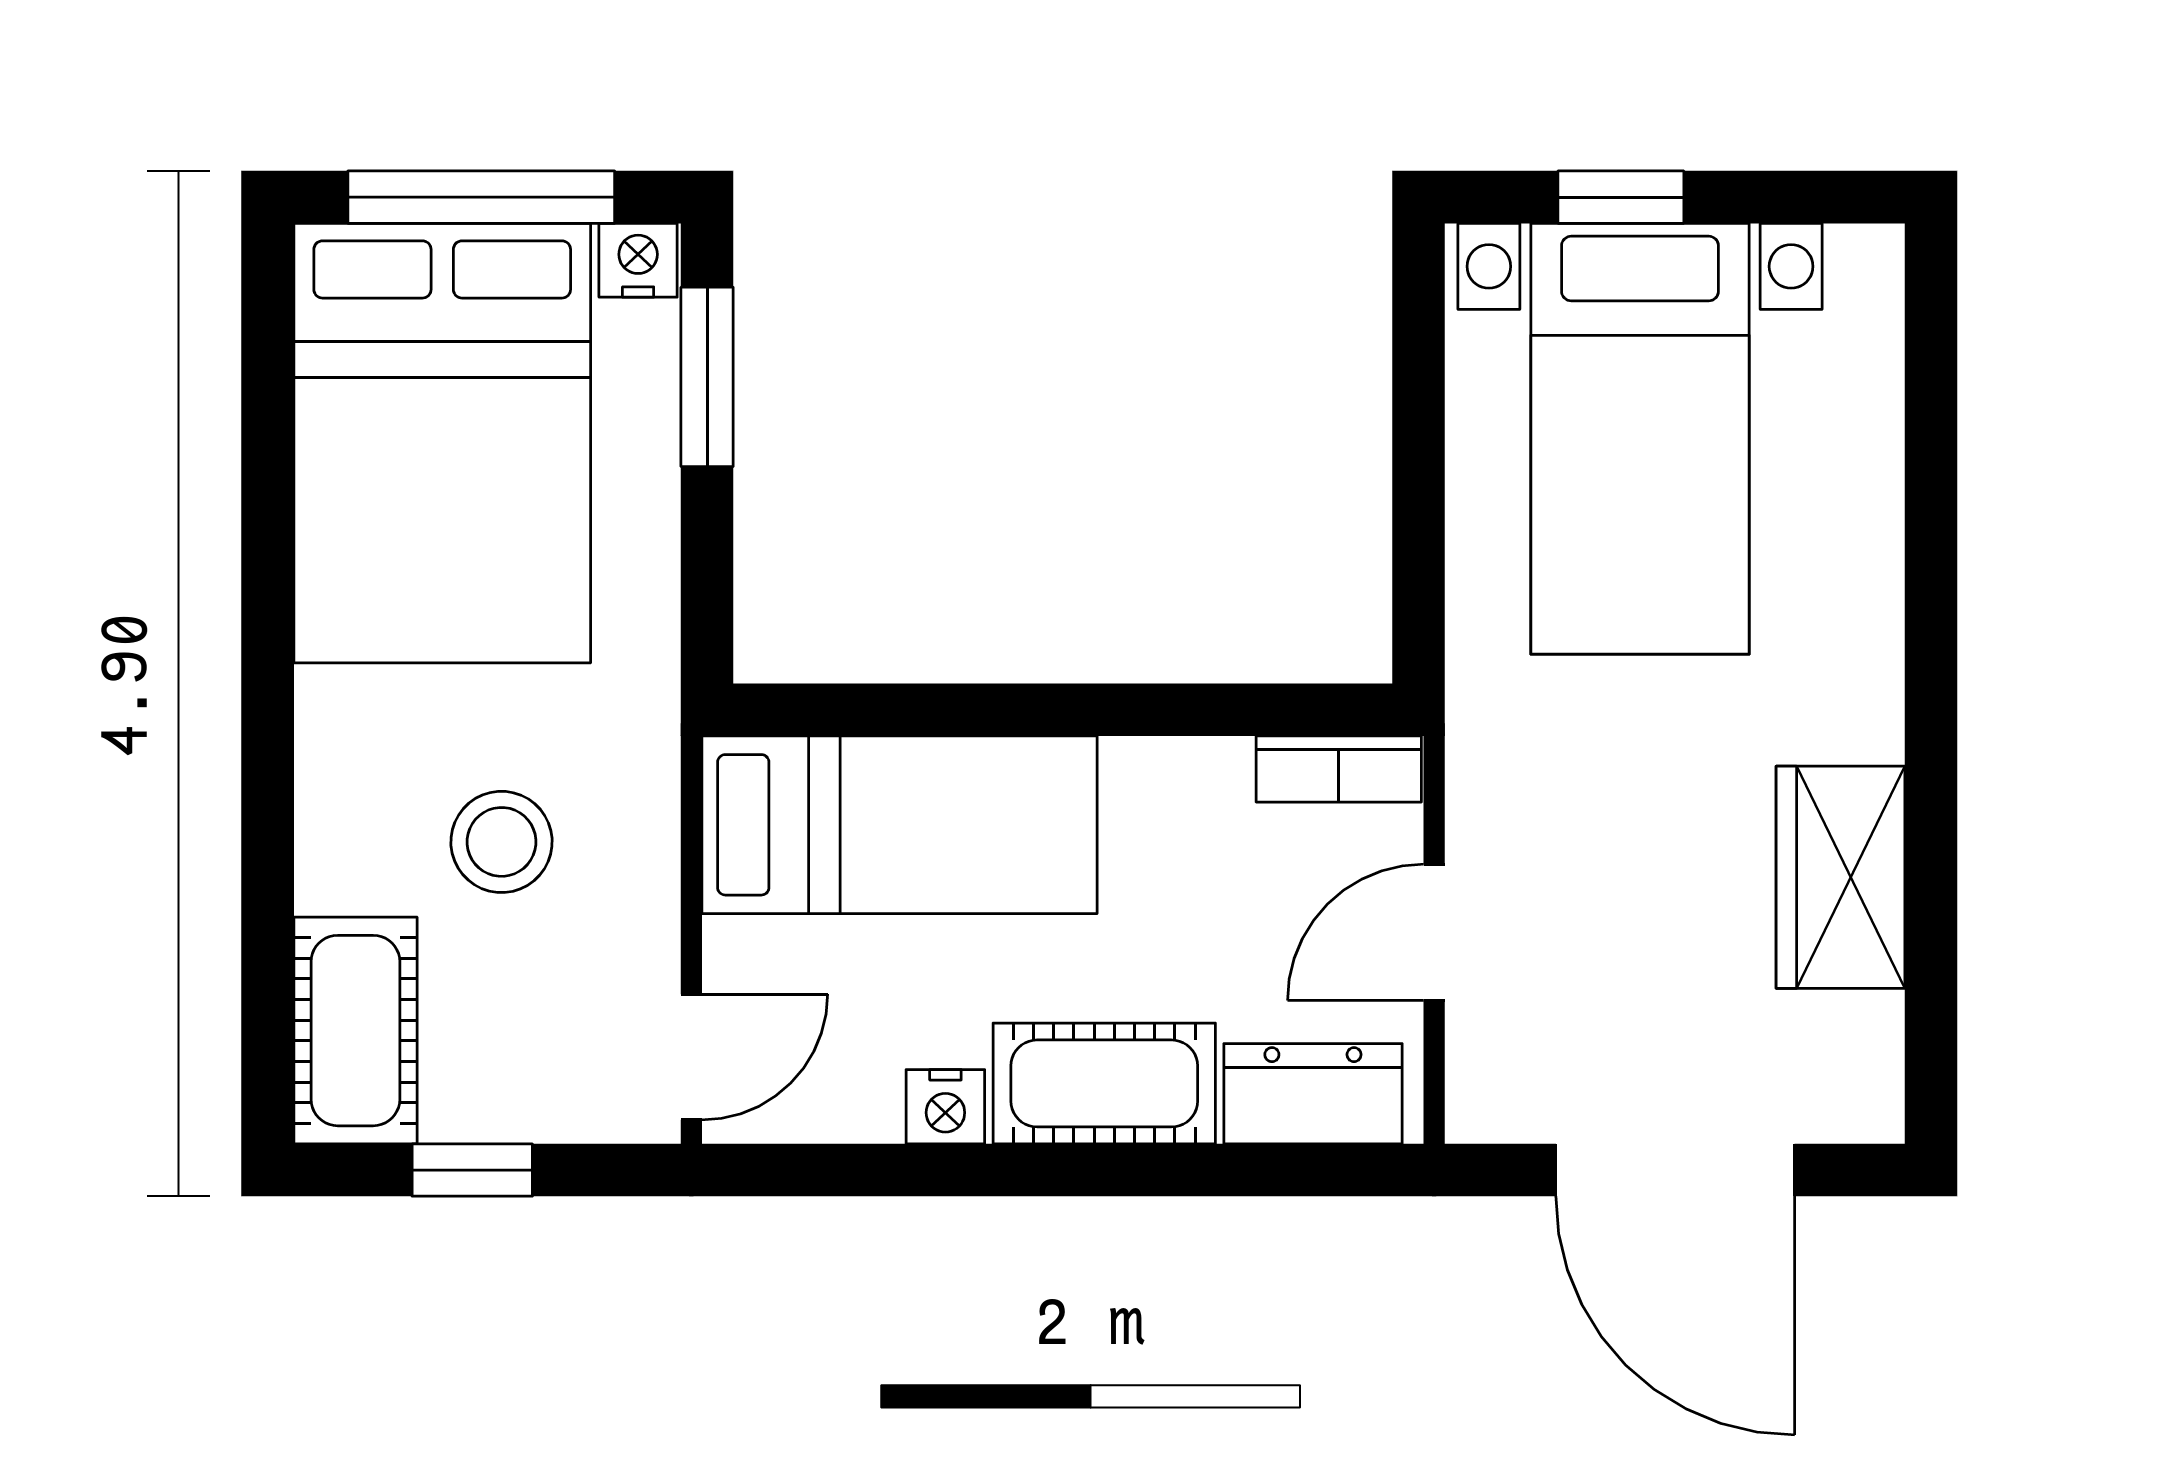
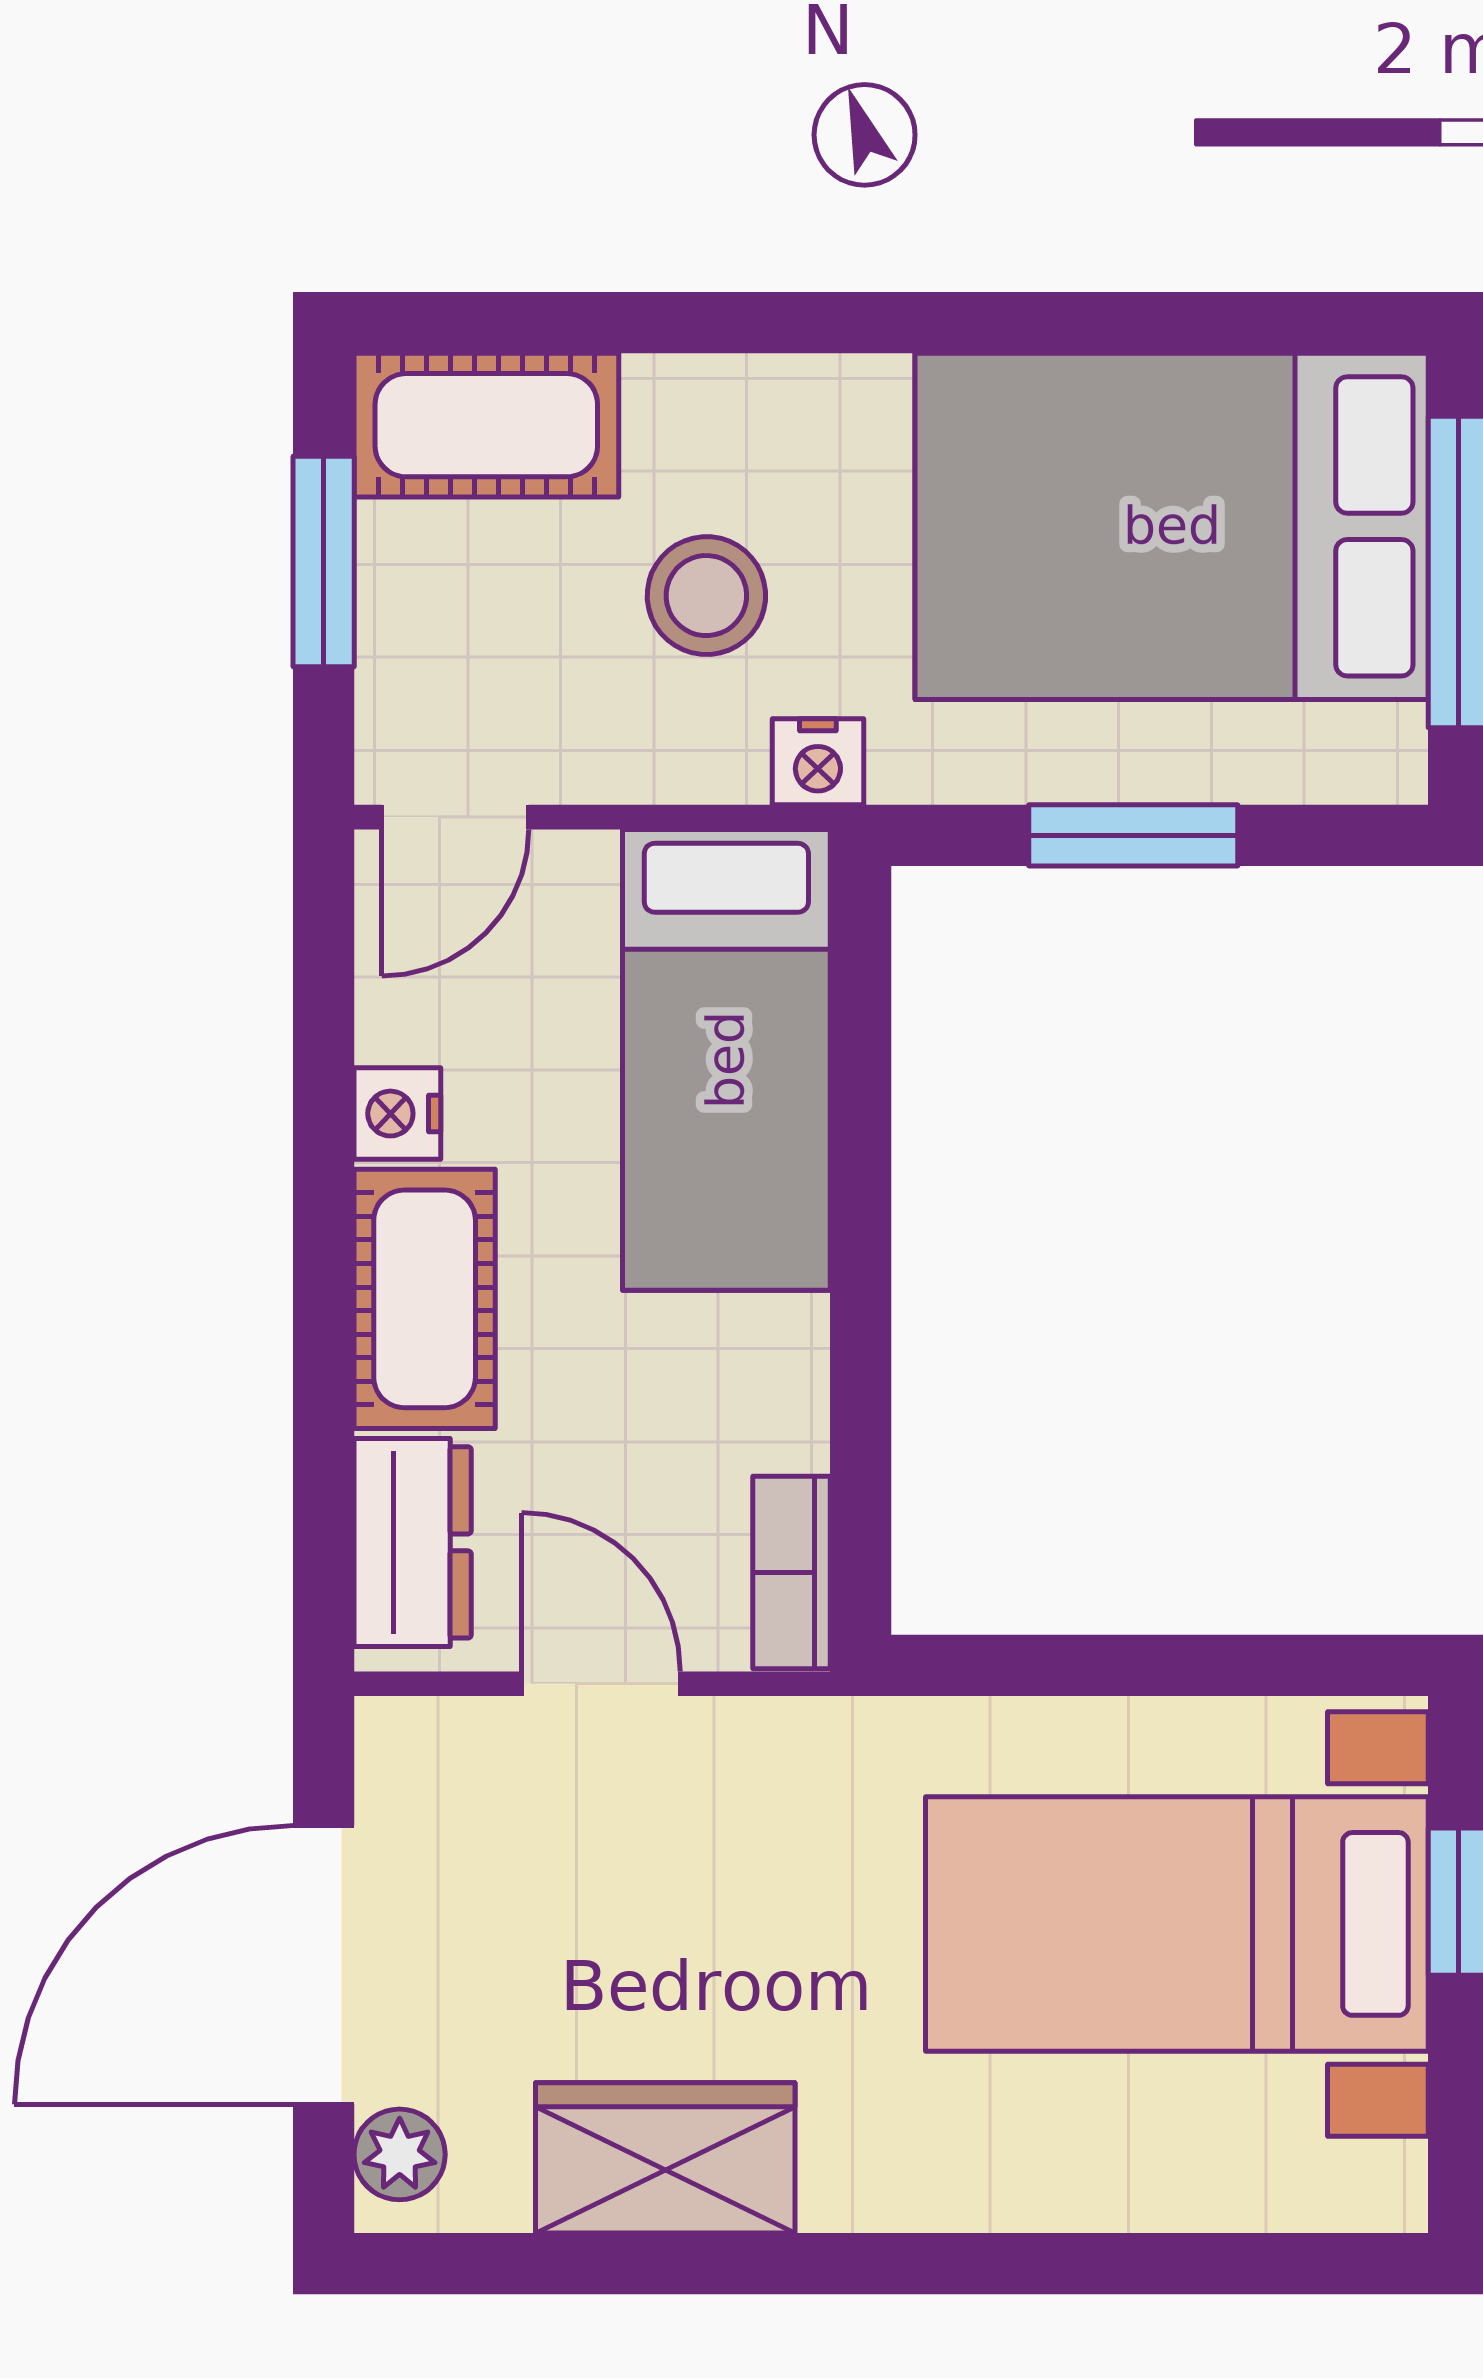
nightstand: (638, 260) -> (818, 762), moved, turned 90
window: (707, 377) -> (1133, 835), moved
door: (691, 1057) -> (455, 817), hinge flipped
plant: (1838, 1105) -> (400, 2154), added
window: (472, 1170) -> (324, 561), width x1.50

